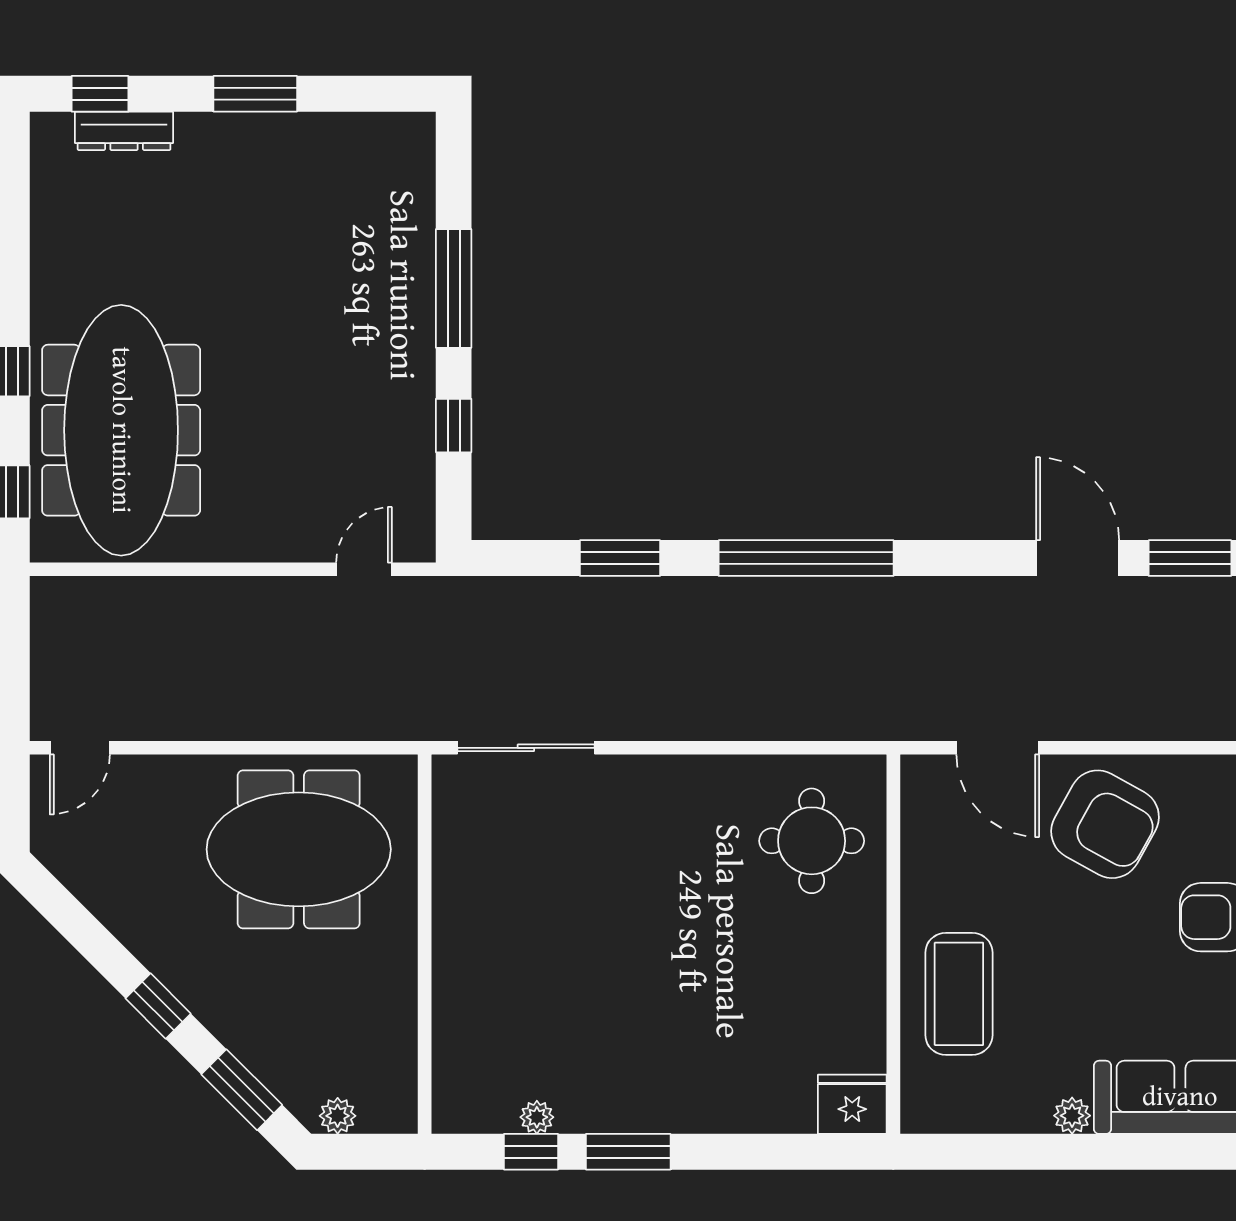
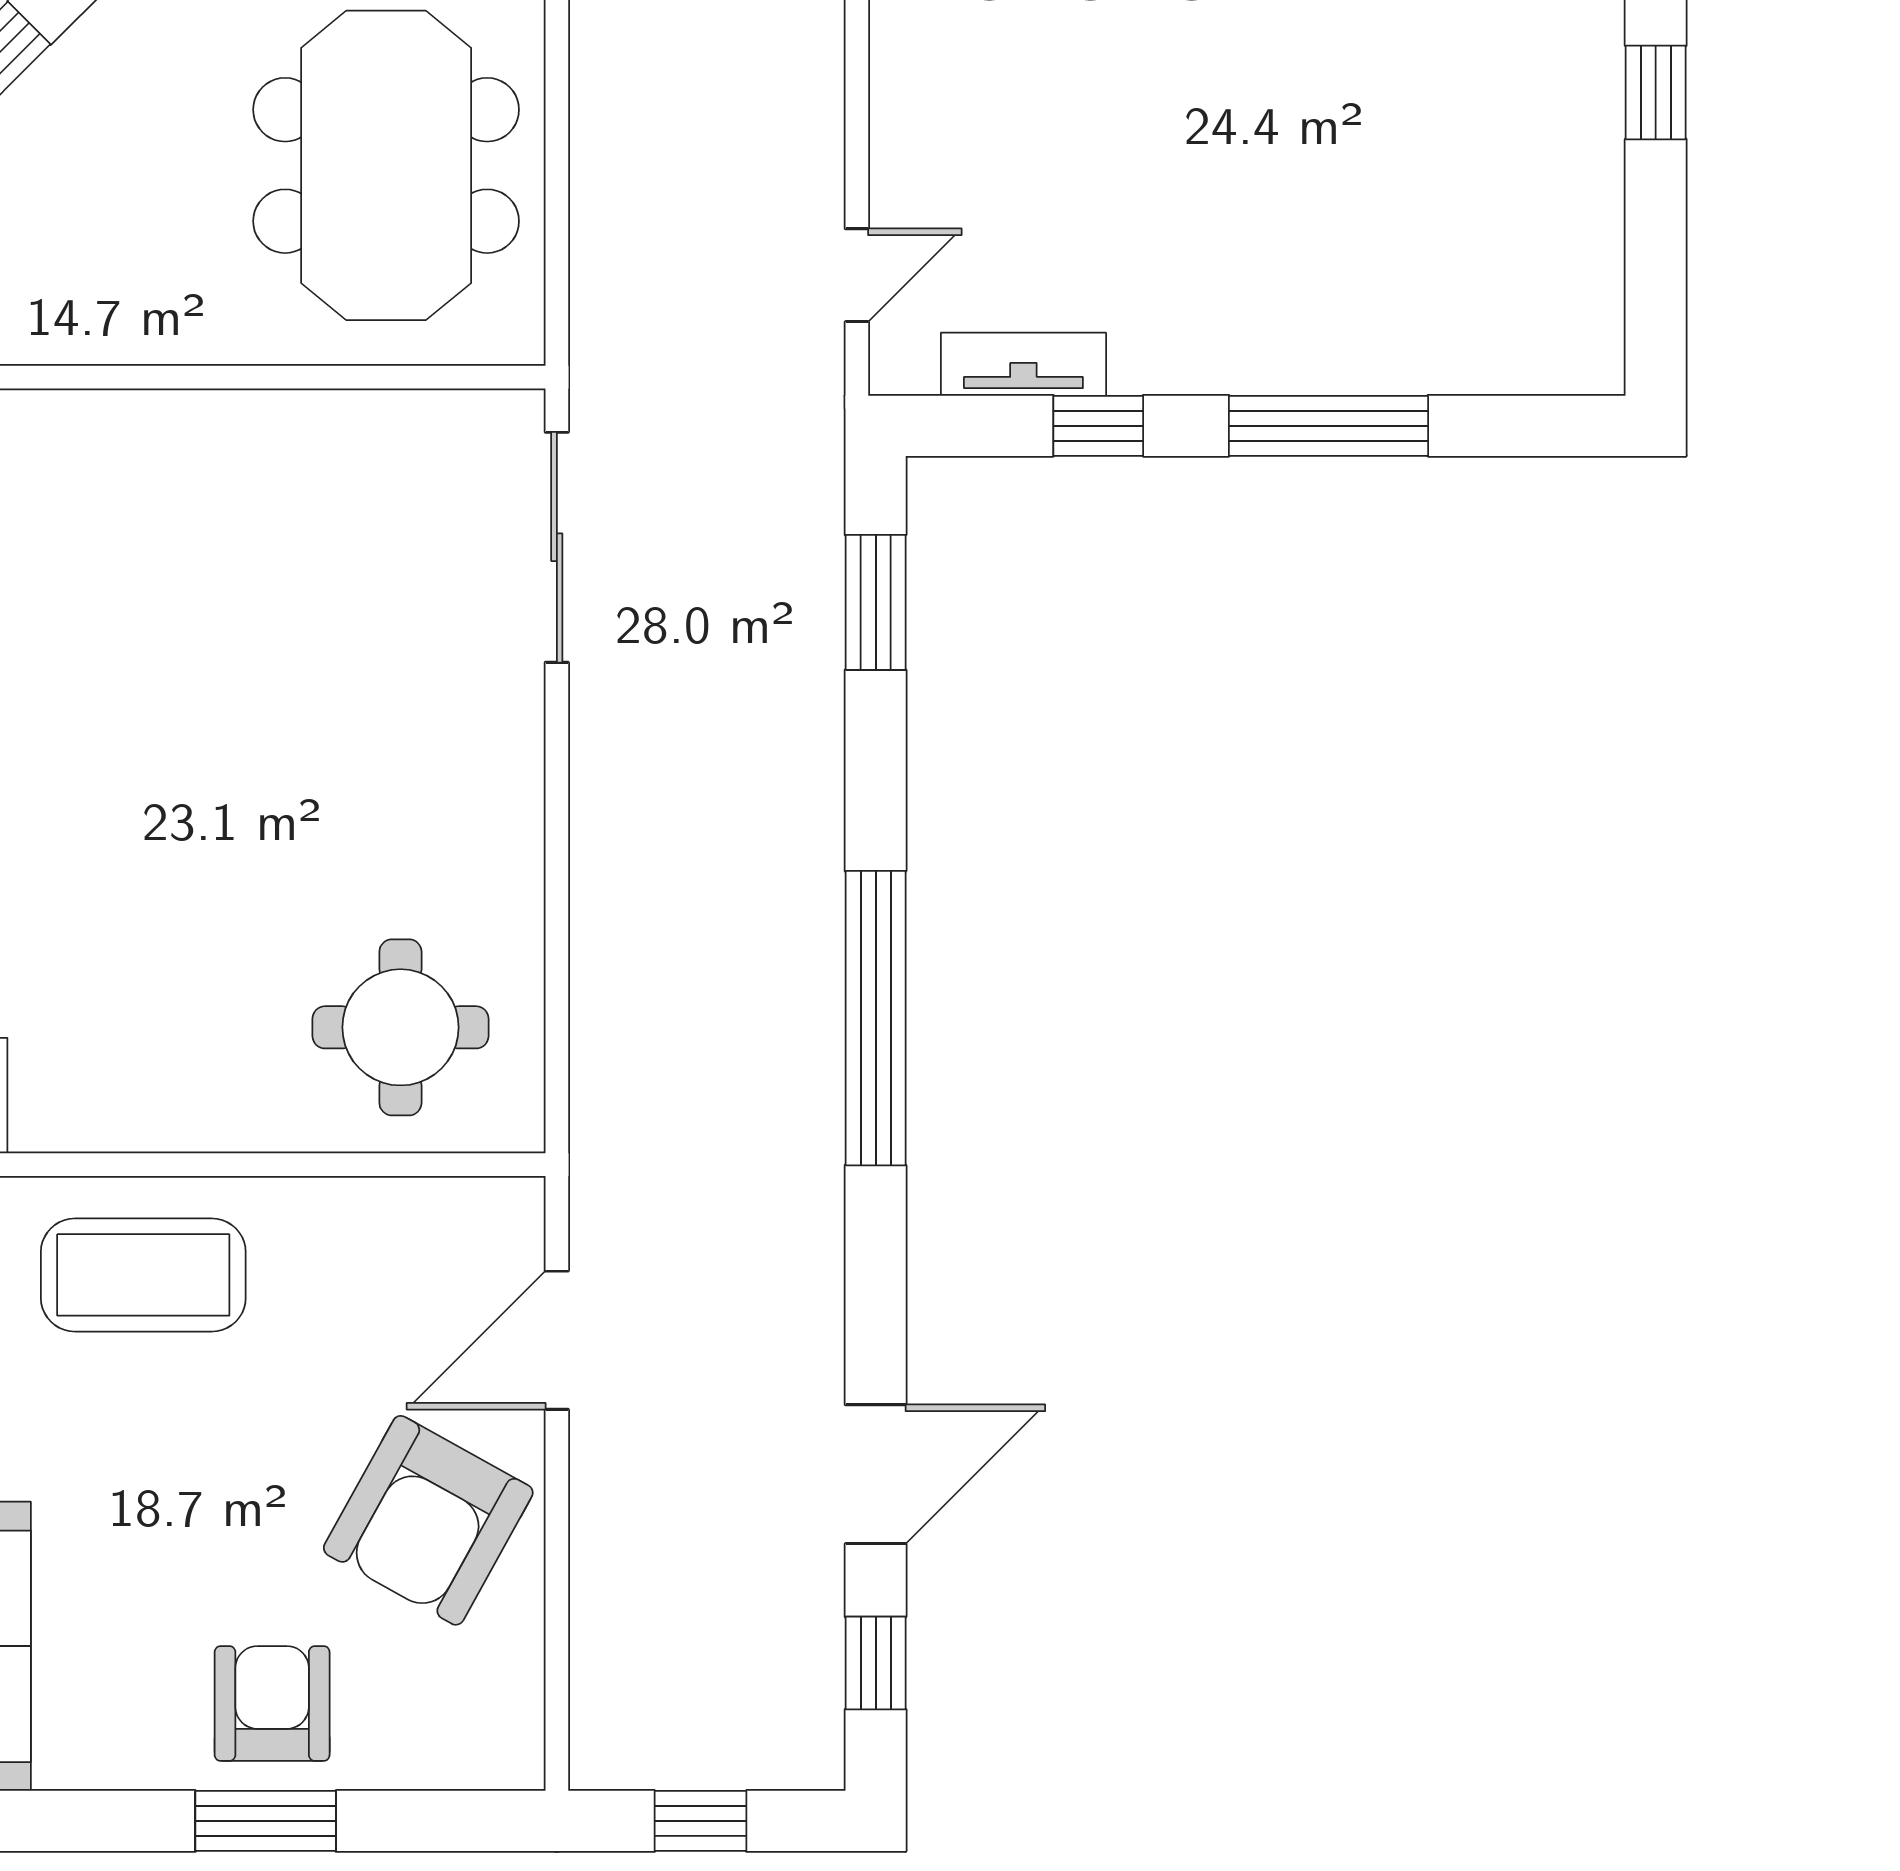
window: (255, 94) -> (1656, 92), width x0.67
tv unit: (417, 470) -> (1023, 364), added
window: (620, 558) -> (876, 602), moved
window: (1190, 558) -> (876, 1663), width x0.67
door: (364, 569) -> (857, 275), hinge flipped

